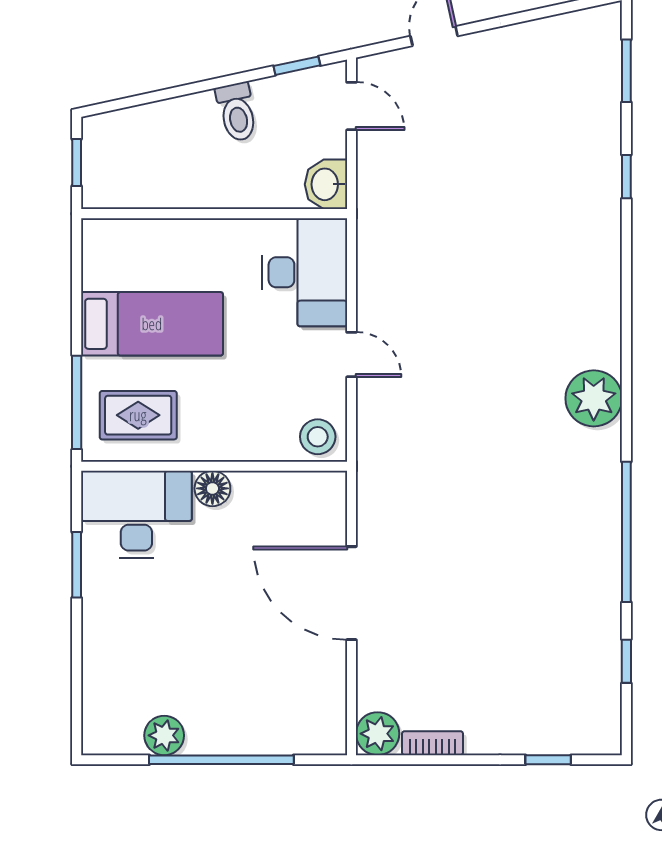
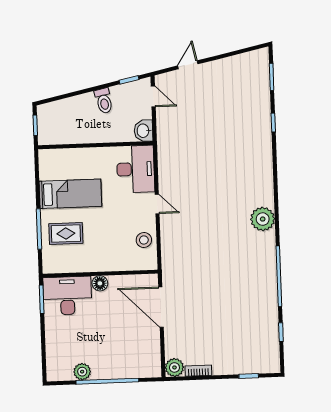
wall: (214, 466) -> (100, 274), moved
floor lamp: (212, 488) -> (100, 283), moved
desk: (136, 514) -> (67, 296), moved

